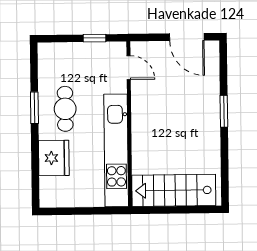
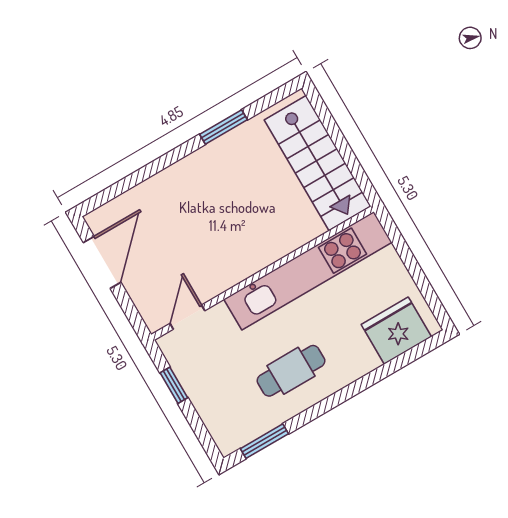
window: (34, 108) -> (264, 441), moved
window: (224, 111) -> (224, 127), moved
fridge: (54, 158) -> (396, 331), moved

